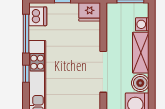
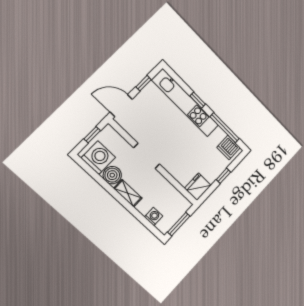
shelving: (141, 53) -> (128, 193), width x0.67, depth x0.75
doorway: (103, 72) -> (147, 156), width x0.73

